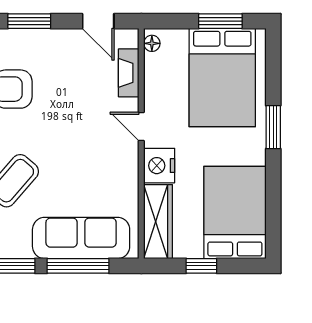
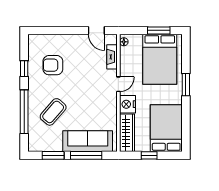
window: (29, 21) -> (61, 30), removed
door: (141, 126) -> (118, 84), swing flipped

